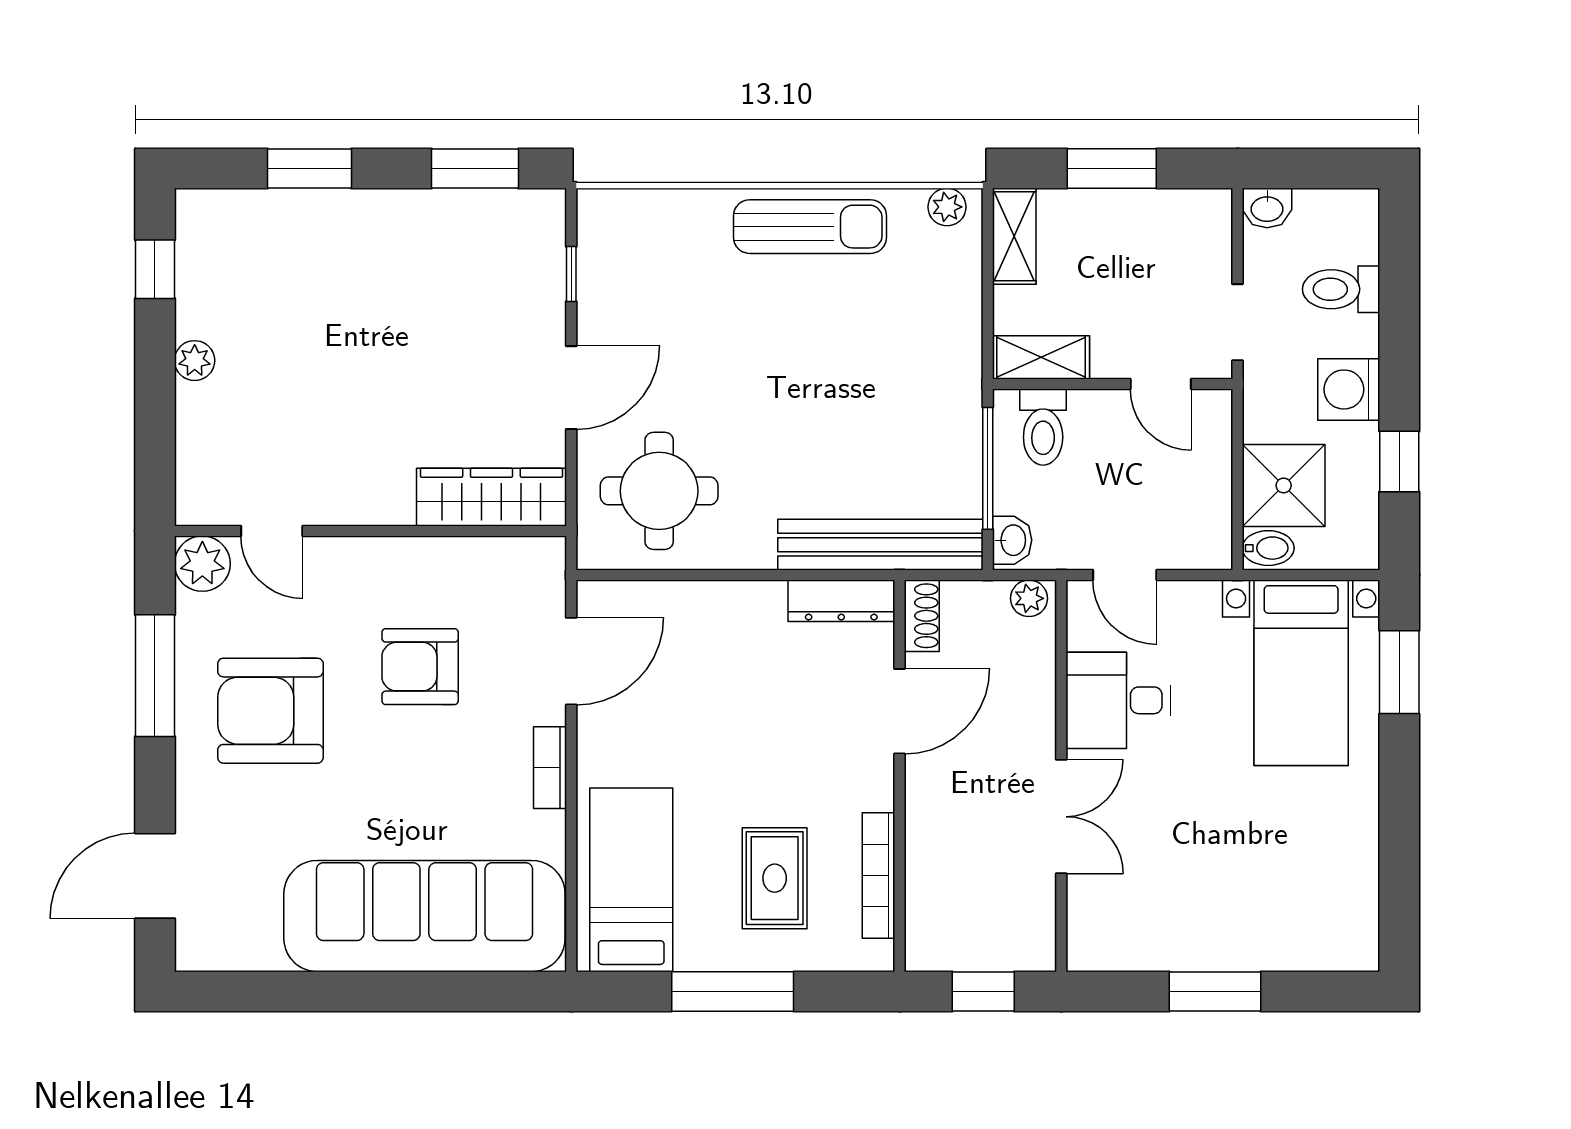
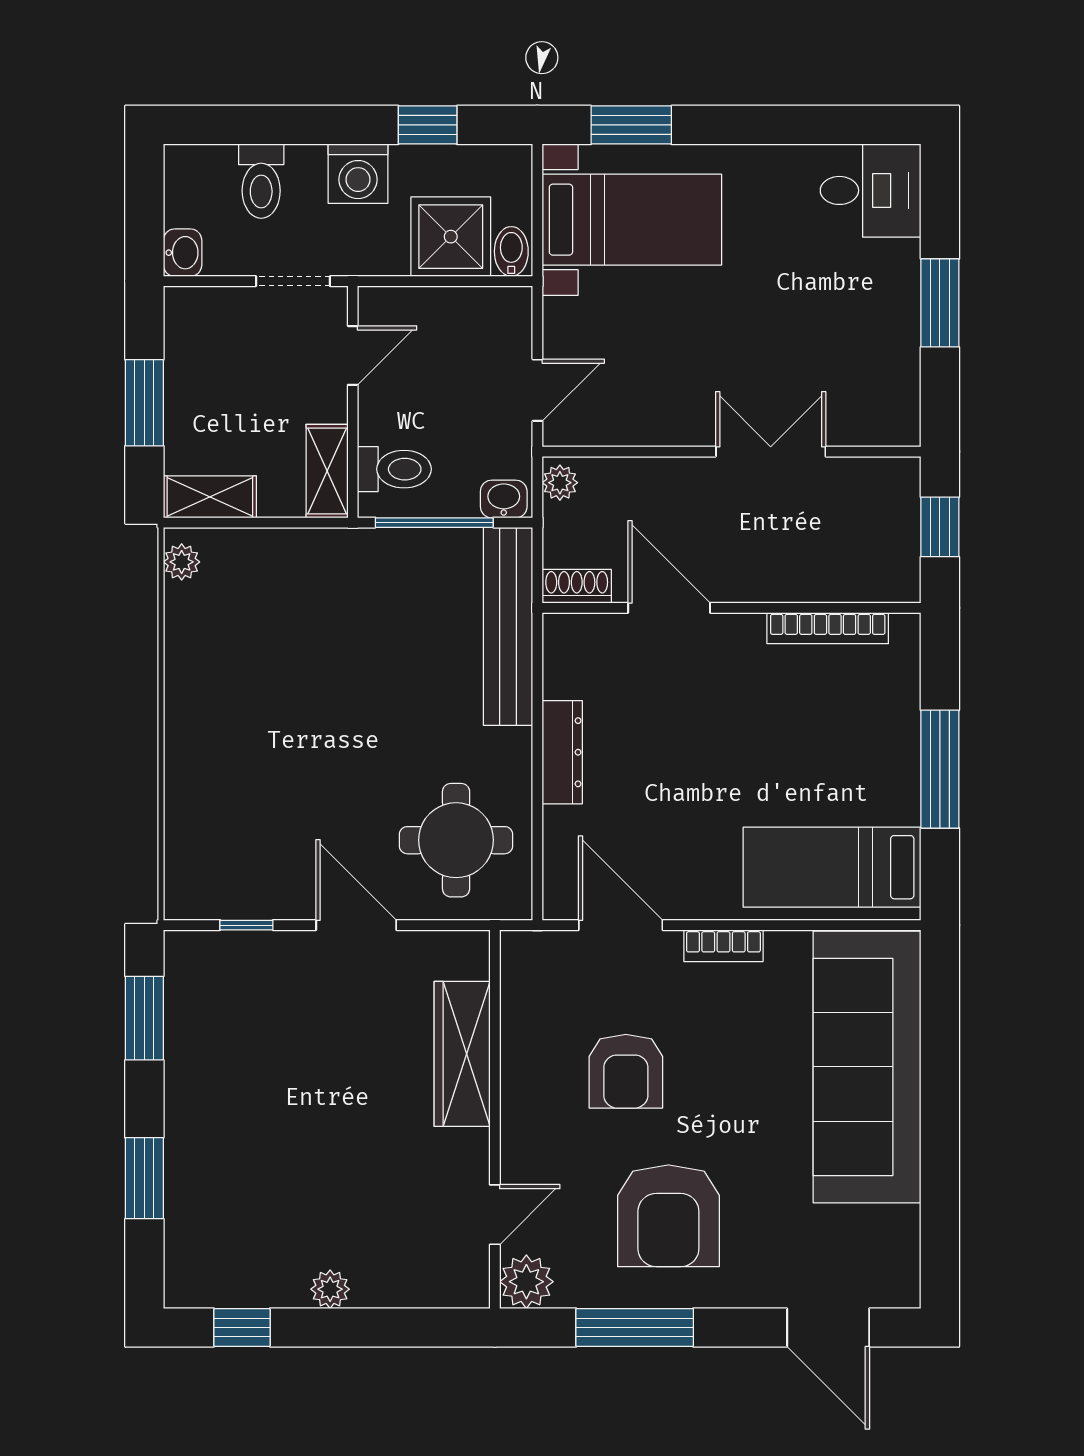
sun lounger: (810, 227) -> (201, 694), removed
wardrobe: (491, 497) -> (462, 1054), moved
dresser: (841, 601) -> (562, 752), moved
desk: (1118, 700) -> (871, 190), moved, turned -90
rug: (775, 878) -> (830, 729), removed

